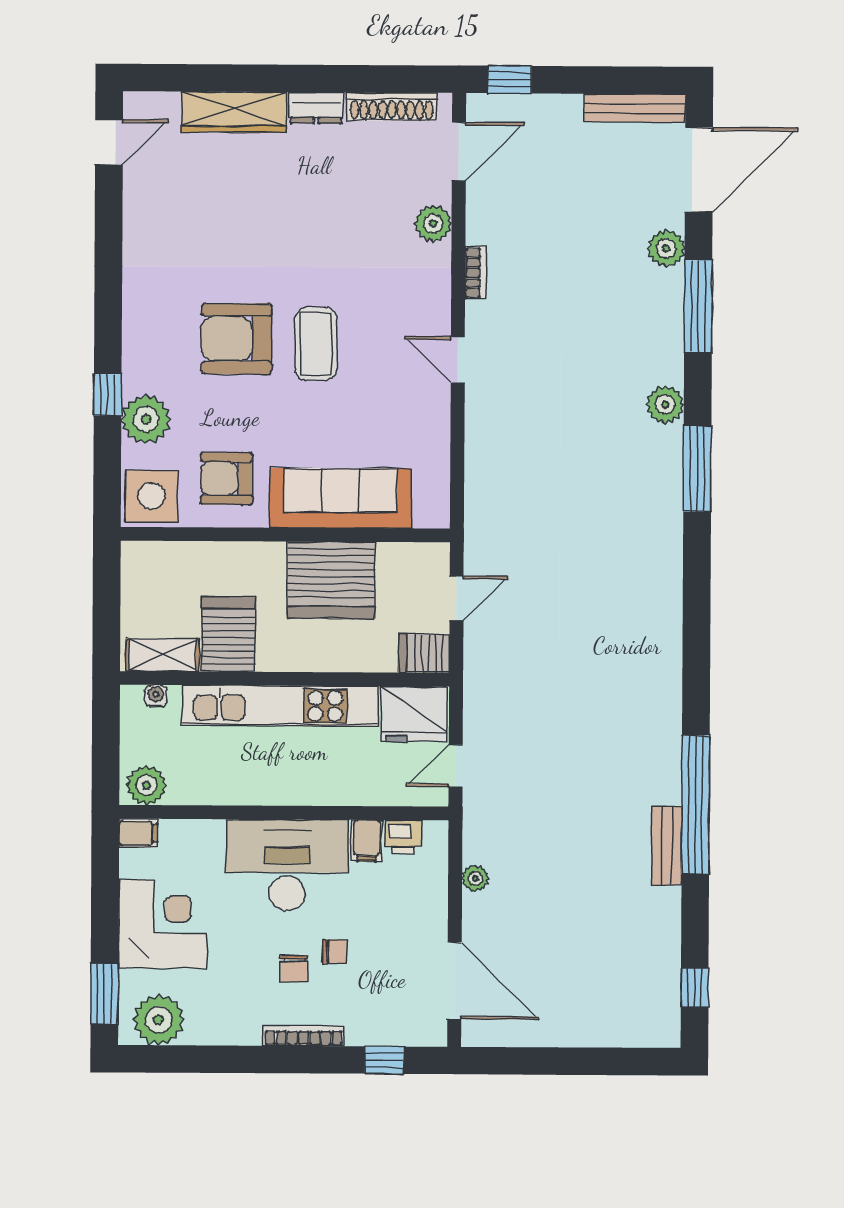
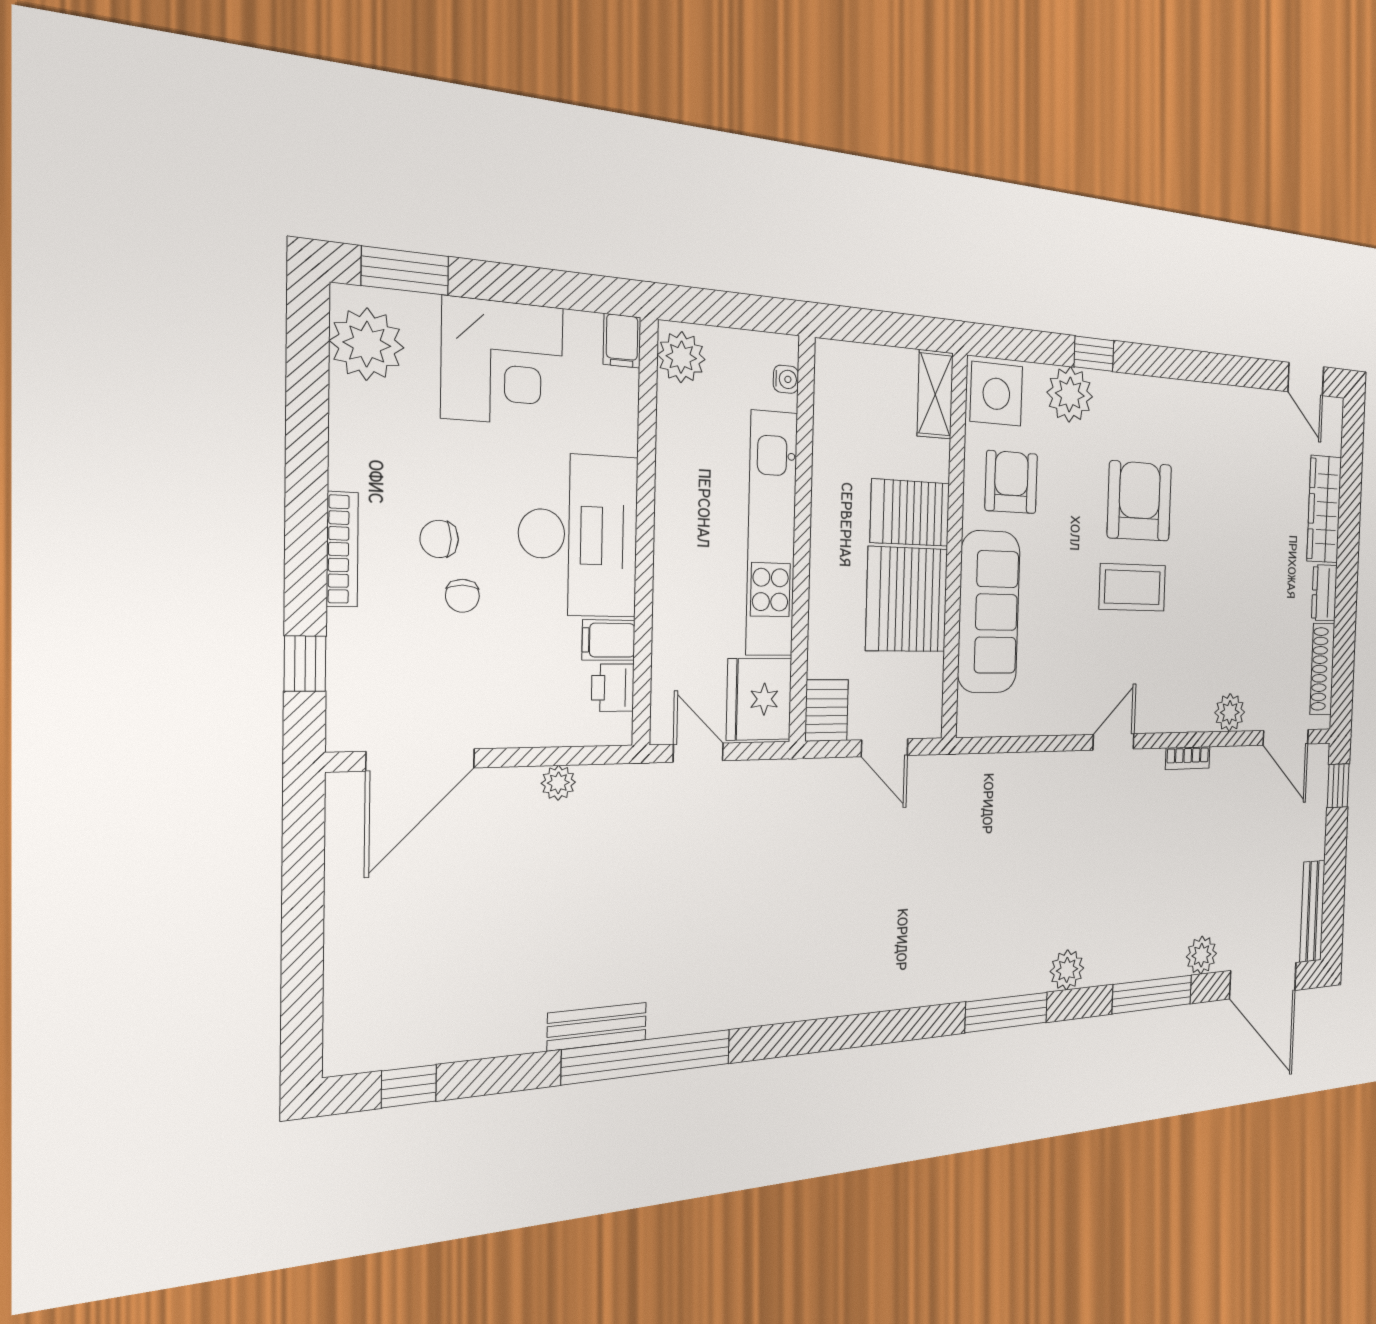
server rack: (228, 634) -> (910, 513), moved, turned 180
shelving: (162, 655) -> (935, 394), moved

